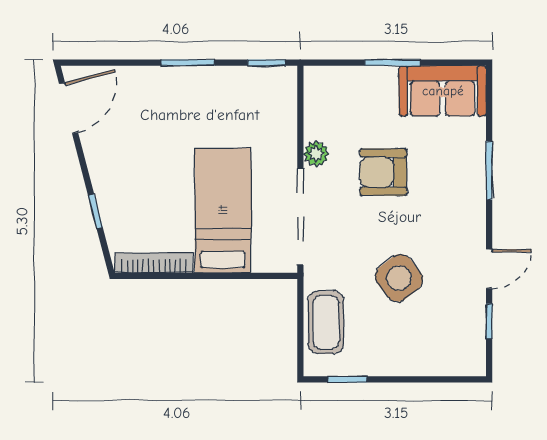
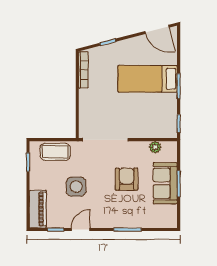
sofa: (443, 91) -> (165, 183), moved
plant: (316, 154) -> (155, 147), moved
bed: (223, 210) -> (148, 79), moved, turned 180
door: (489, 269) -> (81, 229), swing flipped
side table: (399, 278) -> (76, 187), turned 38
piano: (446, 359) -> (38, 209), added

